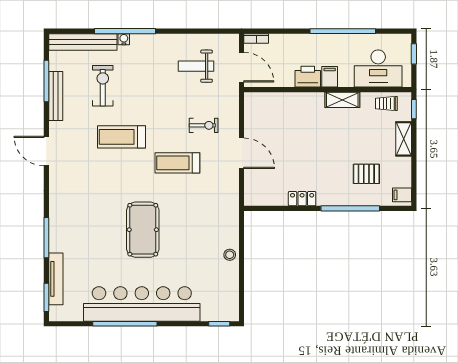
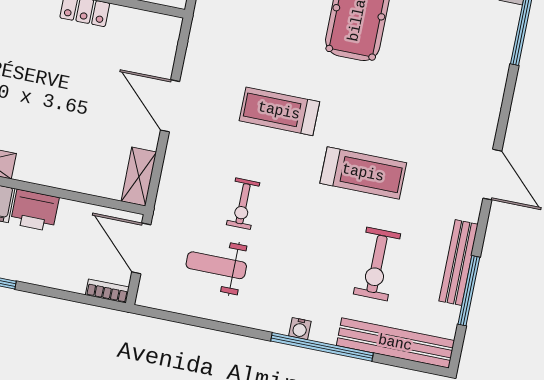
water cooler: (124, 39) -> (300, 329), moved
weight bench: (196, 66) -> (216, 265), turned 180
shelving: (251, 109) -> (139, 177), added
exercise bike: (204, 125) -> (243, 204), moved, turned -90
treadmill: (177, 163) -> (279, 111), turned 180

